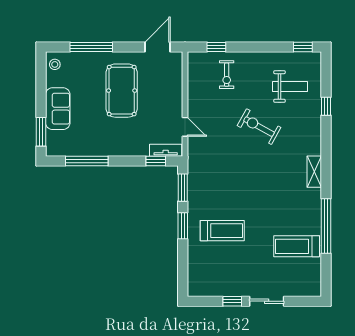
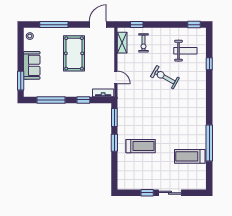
window: (156, 161) -> (83, 100), moved
shelving: (314, 172) -> (122, 43), moved

